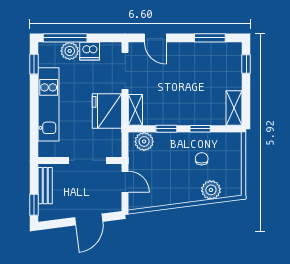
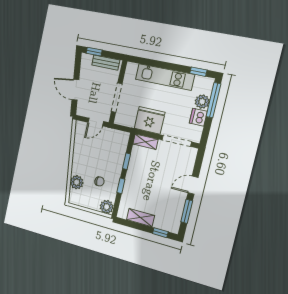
door: (155, 38) -> (193, 185), moved
shelving: (234, 108) -> (140, 218), moved
plant: (144, 141) -> (107, 207), moved

